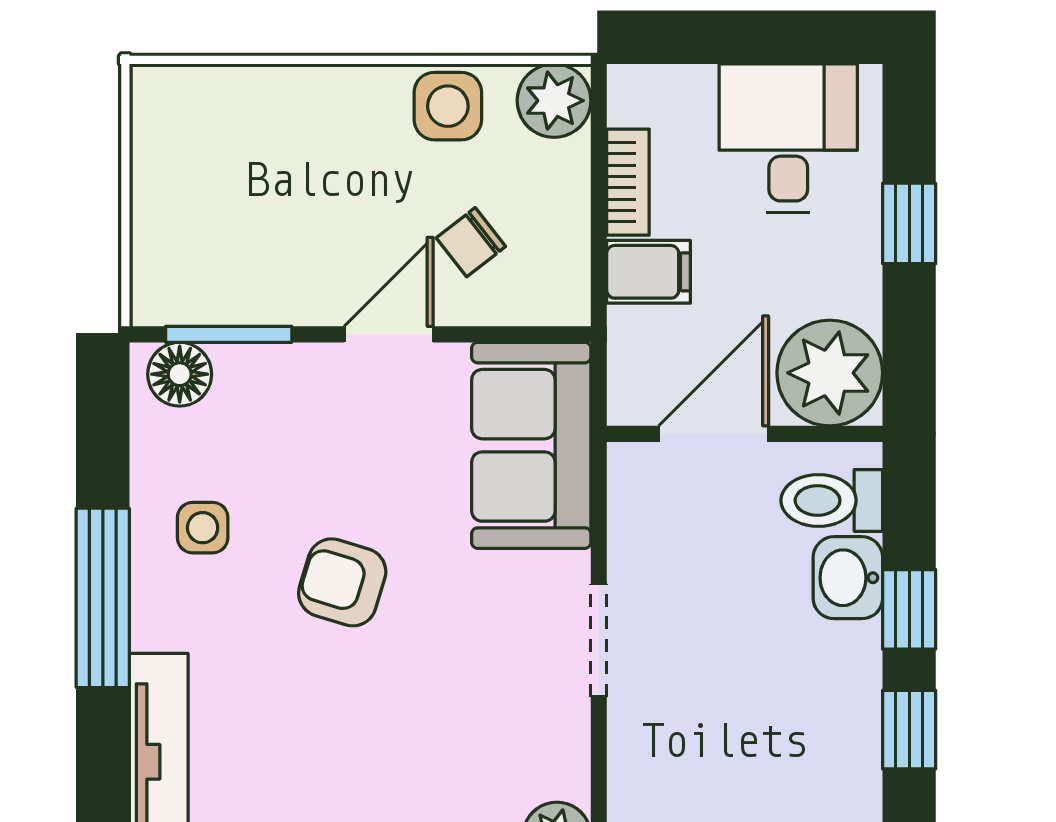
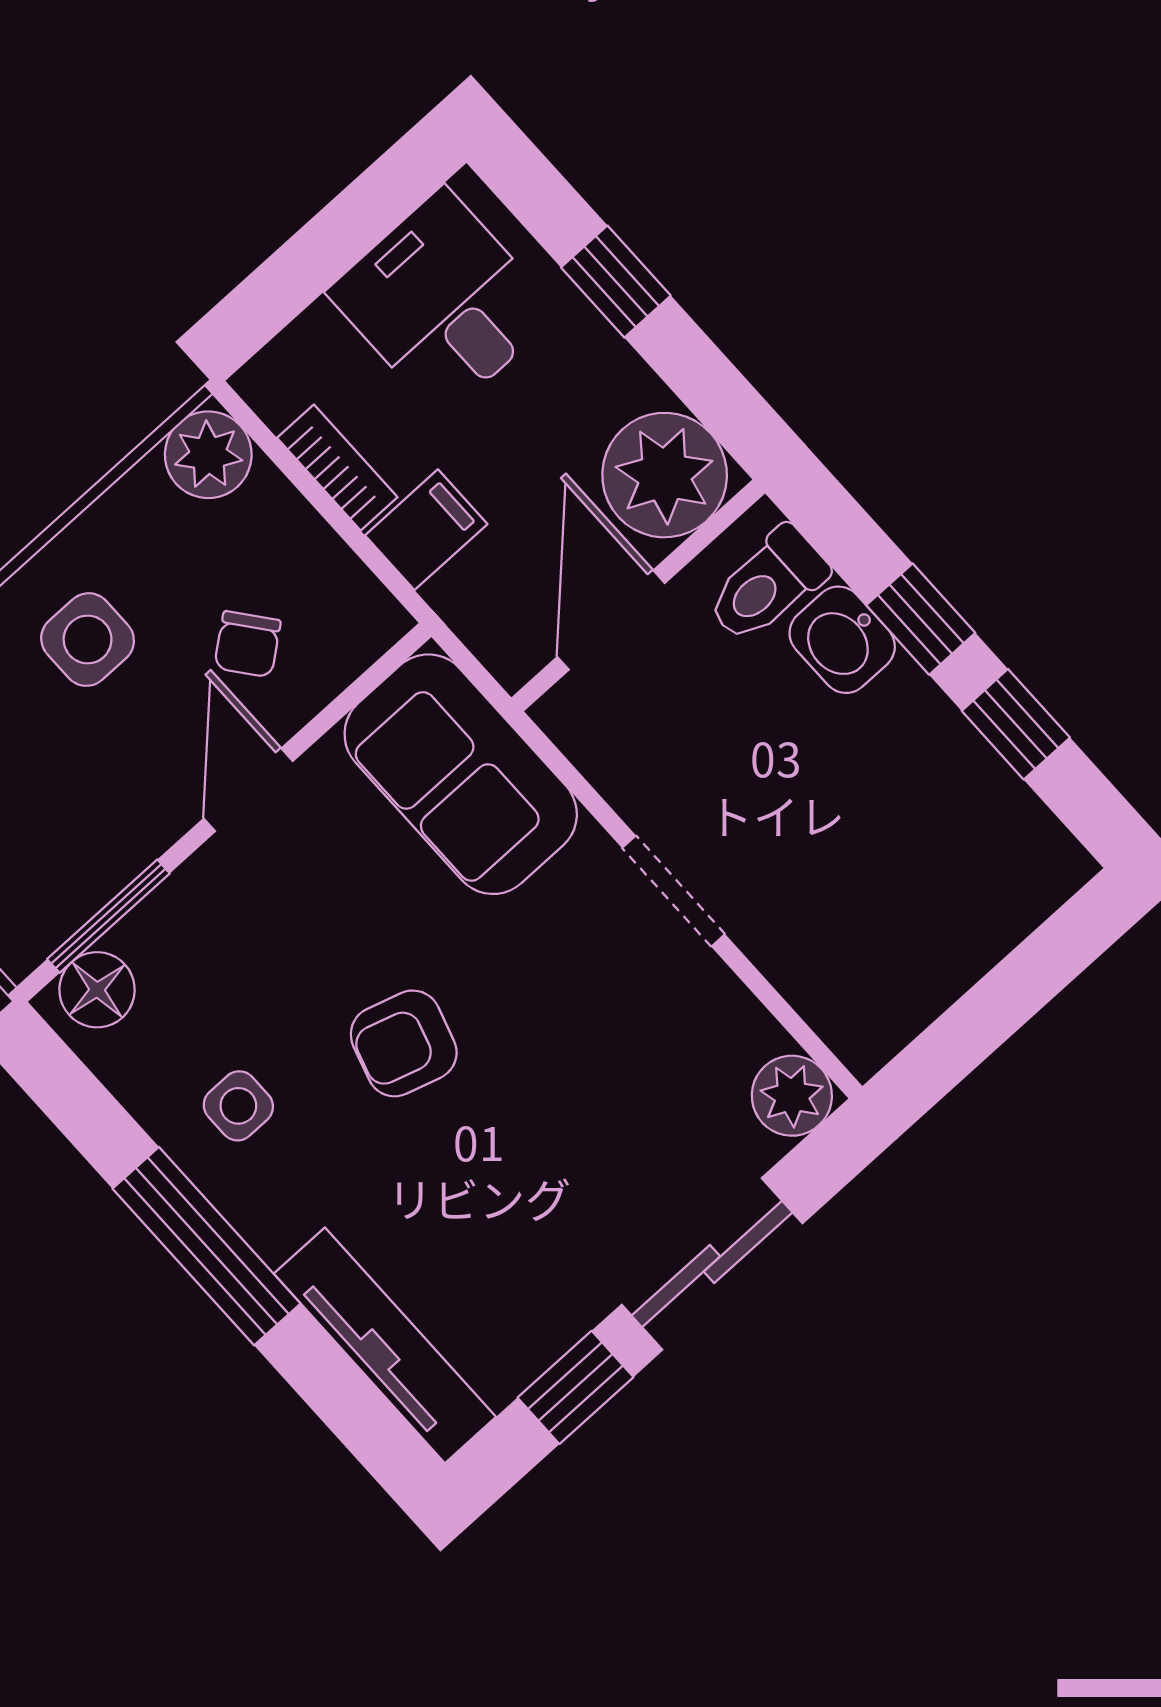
side table: (448, 106) -> (88, 640), moved

